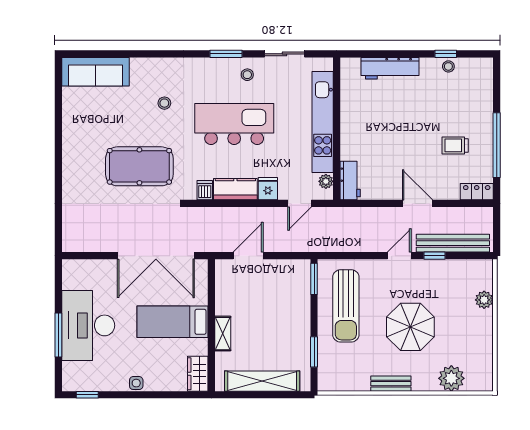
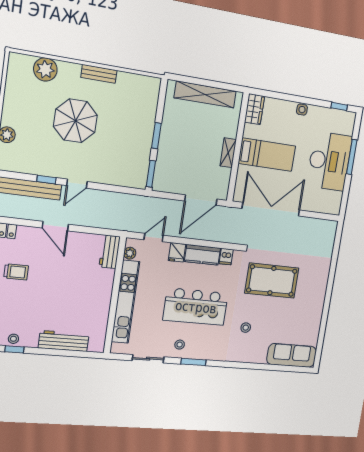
door: (248, 256) -> (201, 200), width x1.36
sun lounger: (346, 306) -> (128, 147), removed
shelving: (223, 334) -> (228, 153), moved
window: (314, 352) -> (156, 136), moved

